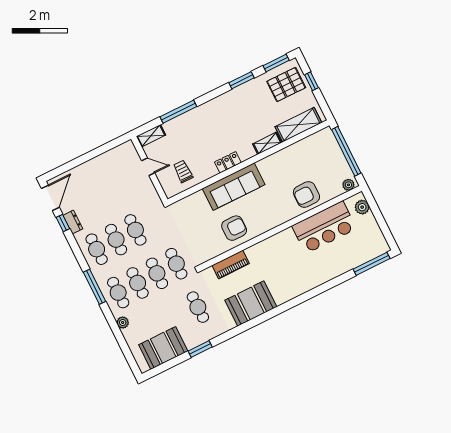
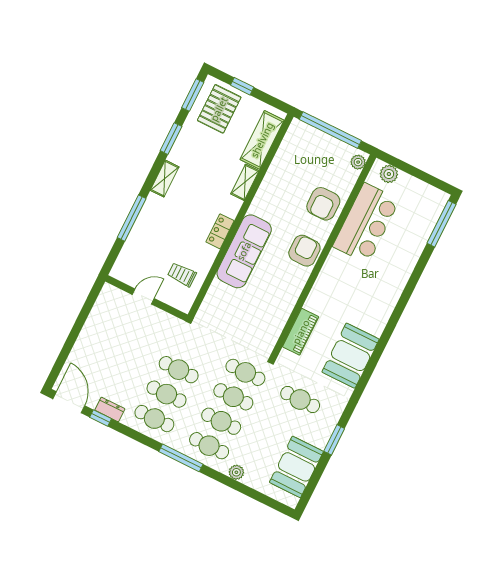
shelving: (151, 136) -> (165, 179), moved
armchair: (234, 228) -> (304, 251), moved

